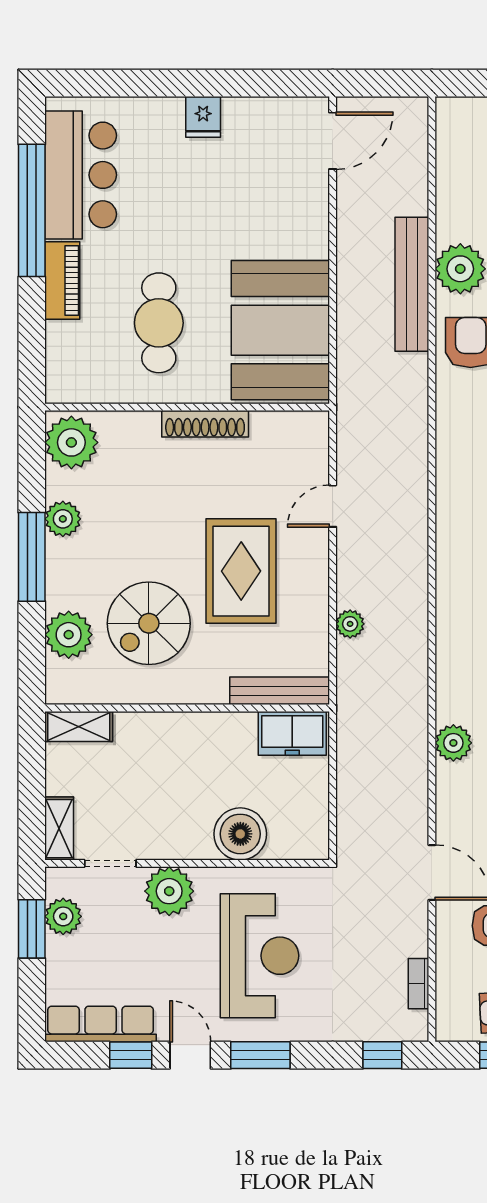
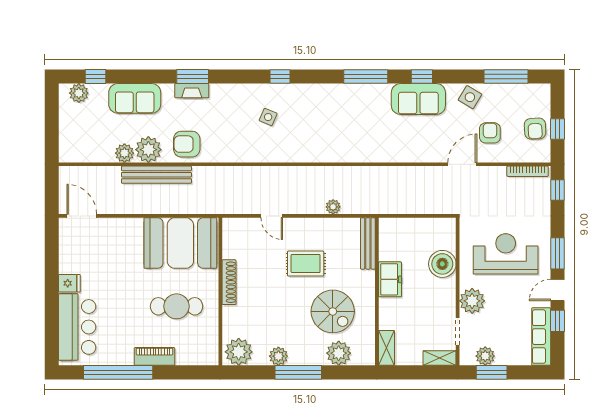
bar counter: (81, 175) -> (77, 327), moved, turned 90
rug: (241, 571) -> (306, 264), width x0.73, depth x0.70
freezer: (292, 733) -> (390, 279), moved
plant: (453, 743) -> (124, 153), moved
bookcase: (418, 984) -> (528, 171), width x1.56

